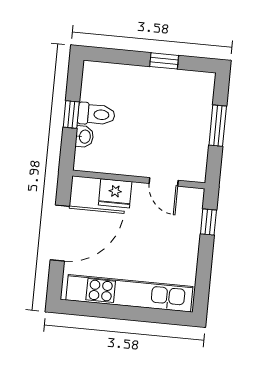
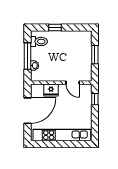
window: (164, 61) -> (55, 28), moved
toilet: (96, 114) -> (39, 41), moved
window: (71, 115) -> (28, 56), width x2.17

